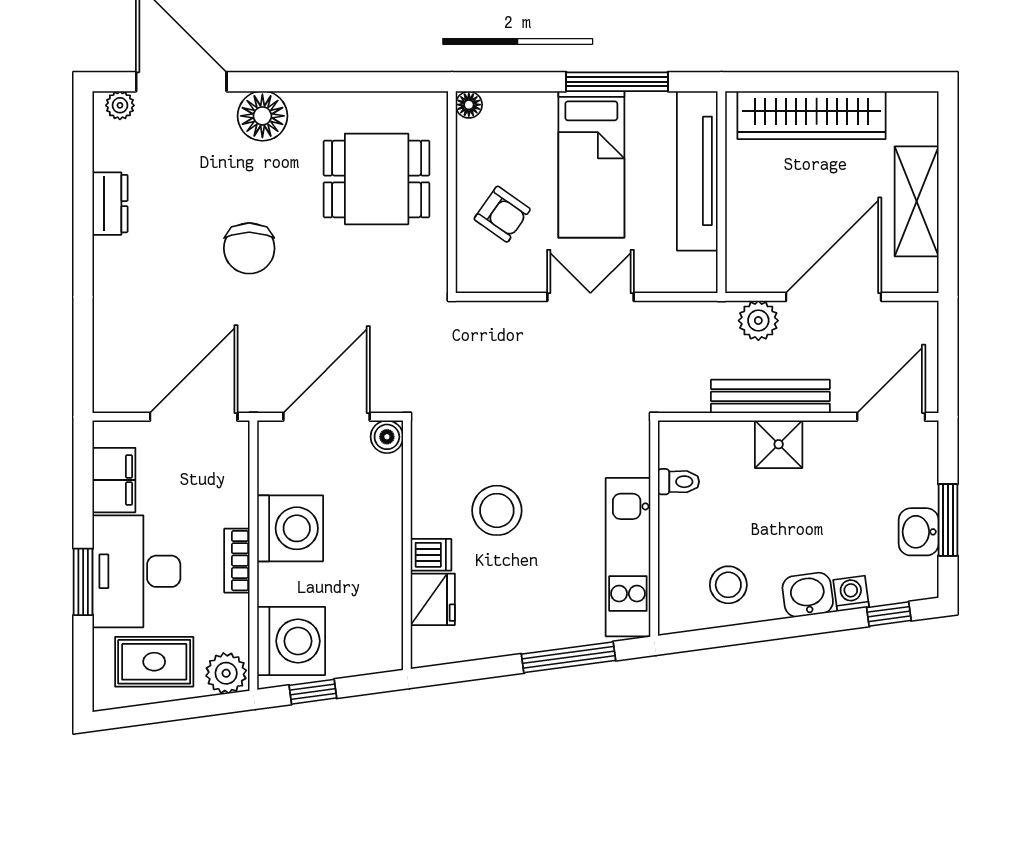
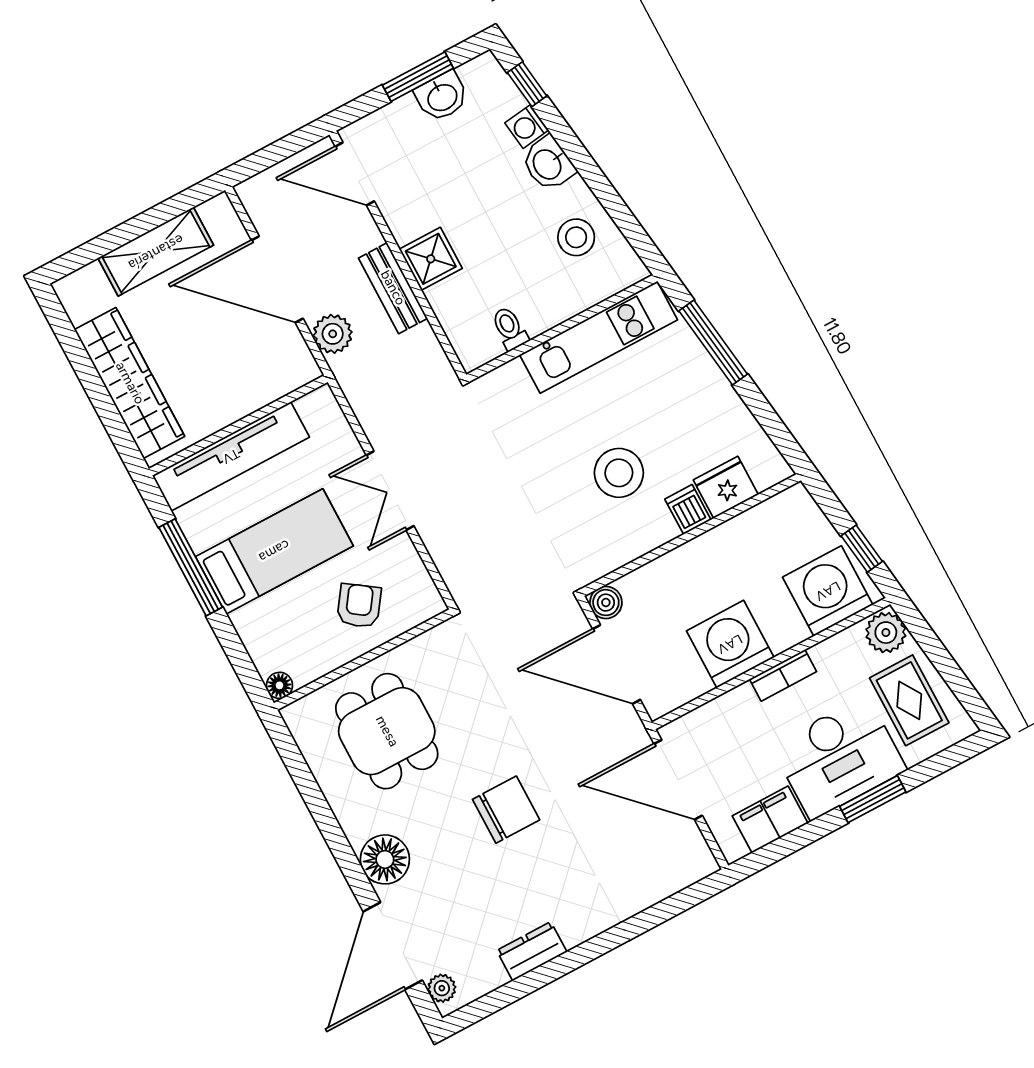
bench: (770, 396) -> (393, 288), width x0.73

